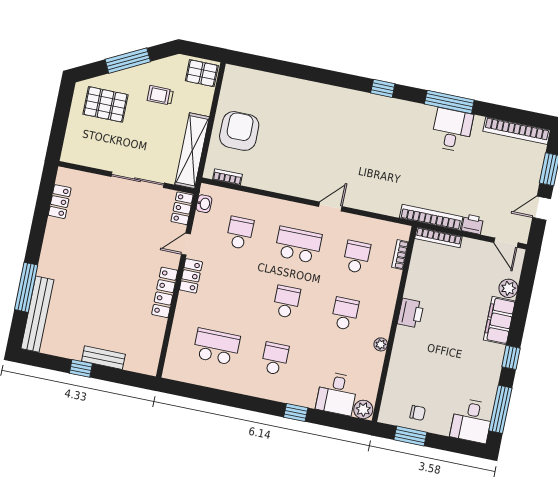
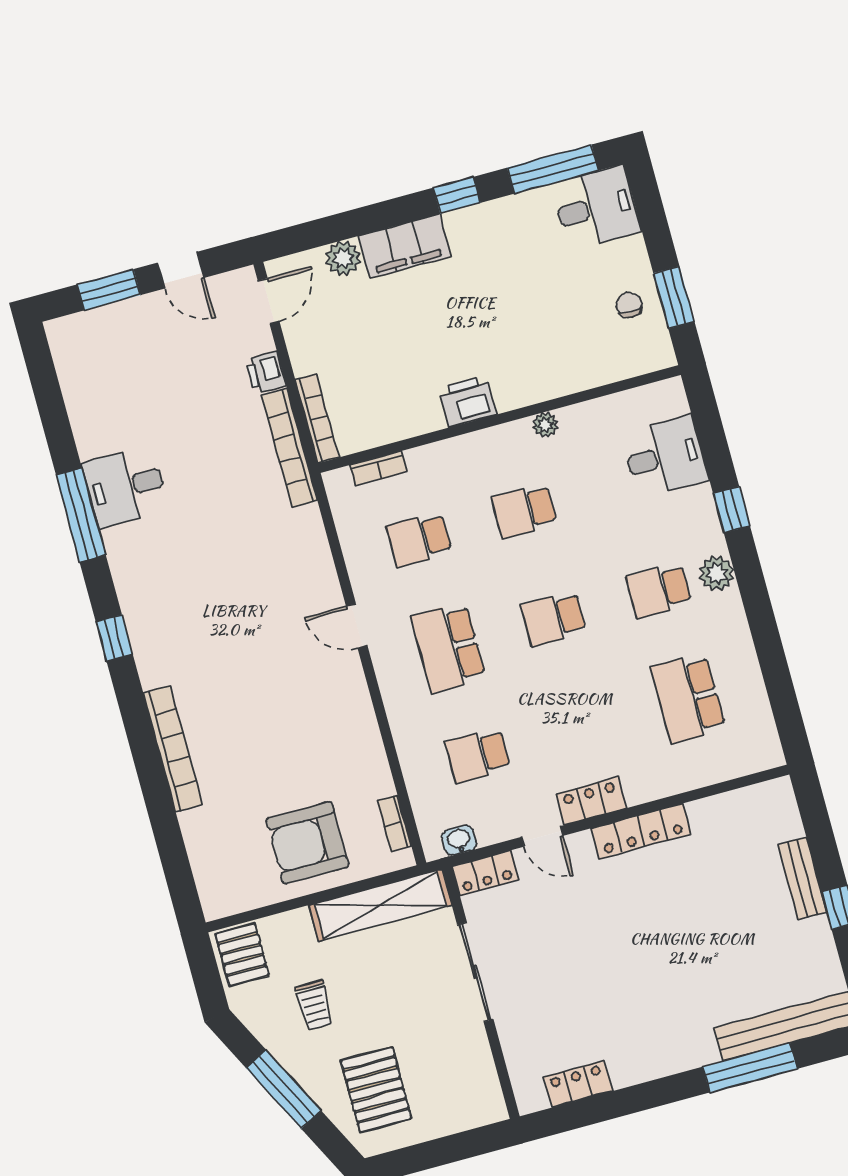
bookcase: (517, 131) -> (173, 749), moved
plant: (363, 409) -> (717, 573), moved

